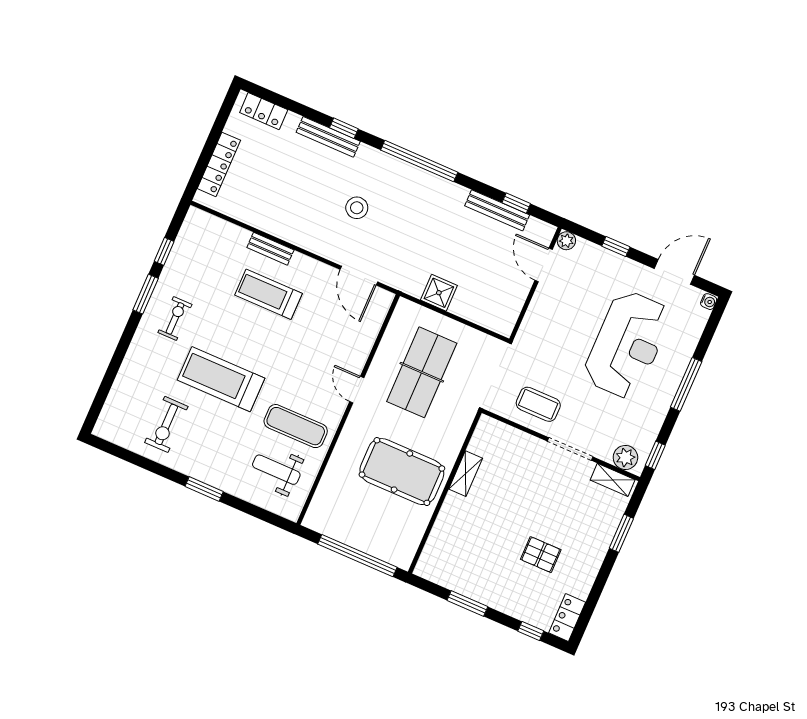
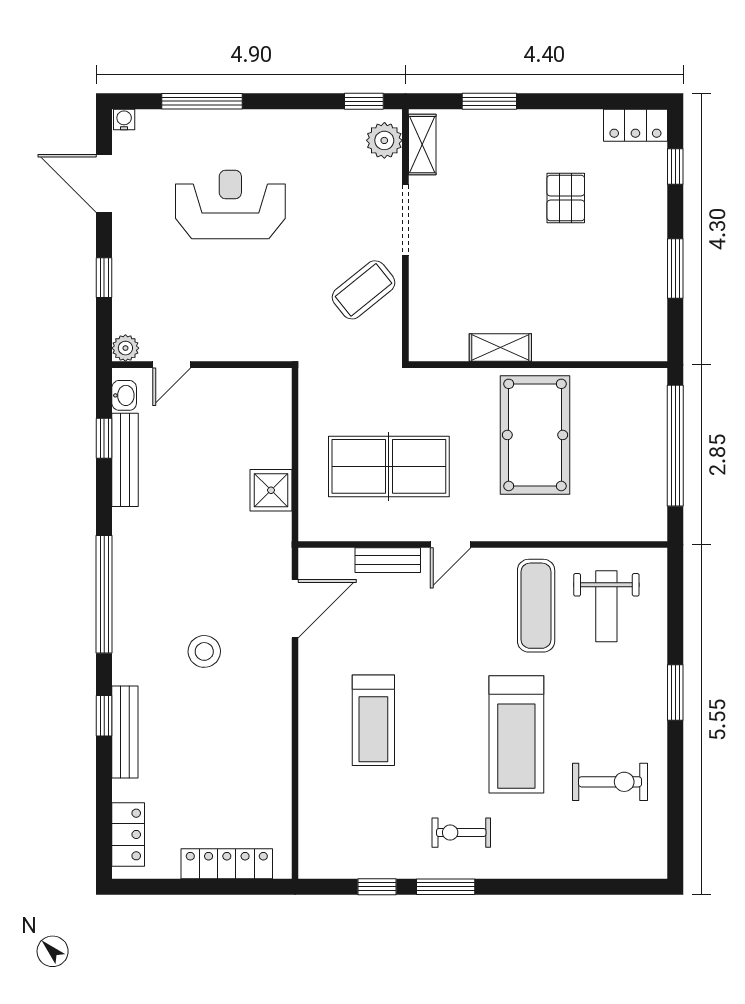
washbasin: (537, 227) -> (124, 395), added
bench: (270, 249) -> (388, 560), moved, turned 90
door: (544, 265) -> (172, 365), width x0.73
reception desk: (627, 345) -> (230, 204), width x0.74, depth x0.77
window: (686, 384) -> (202, 101), moved
coffee table: (538, 404) -> (364, 290), turned 51

